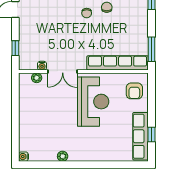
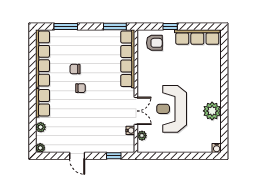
reception desk: (93, 102) -> (172, 109), moved, turned -90
window: (152, 135) -> (170, 27), moved
plant: (63, 156) -> (212, 111), width x1.88, depth x1.88

